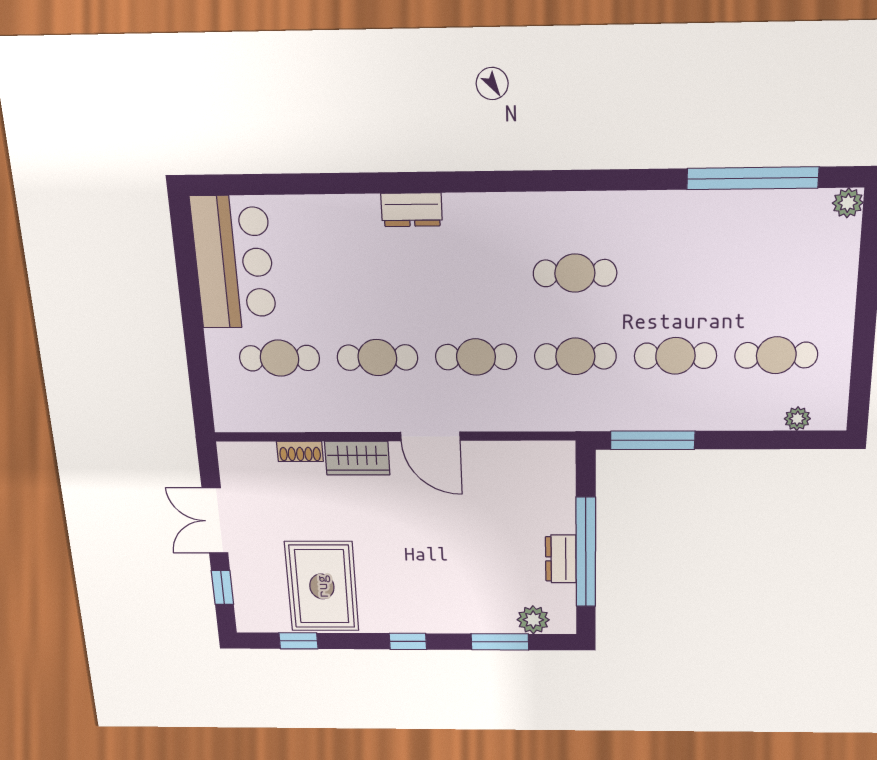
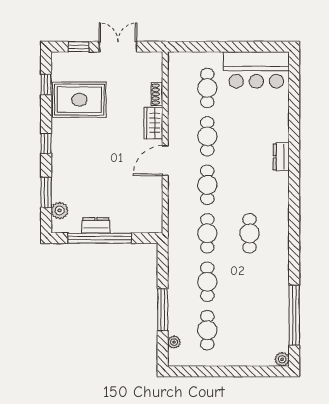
window: (653, 440) -> (163, 310), moved

